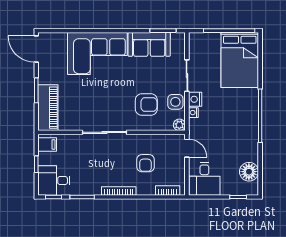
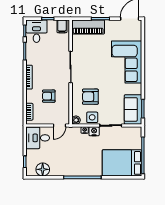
sofa: (149, 44) -> (133, 109), moved
armchair: (146, 105) -> (90, 97), turned 90

